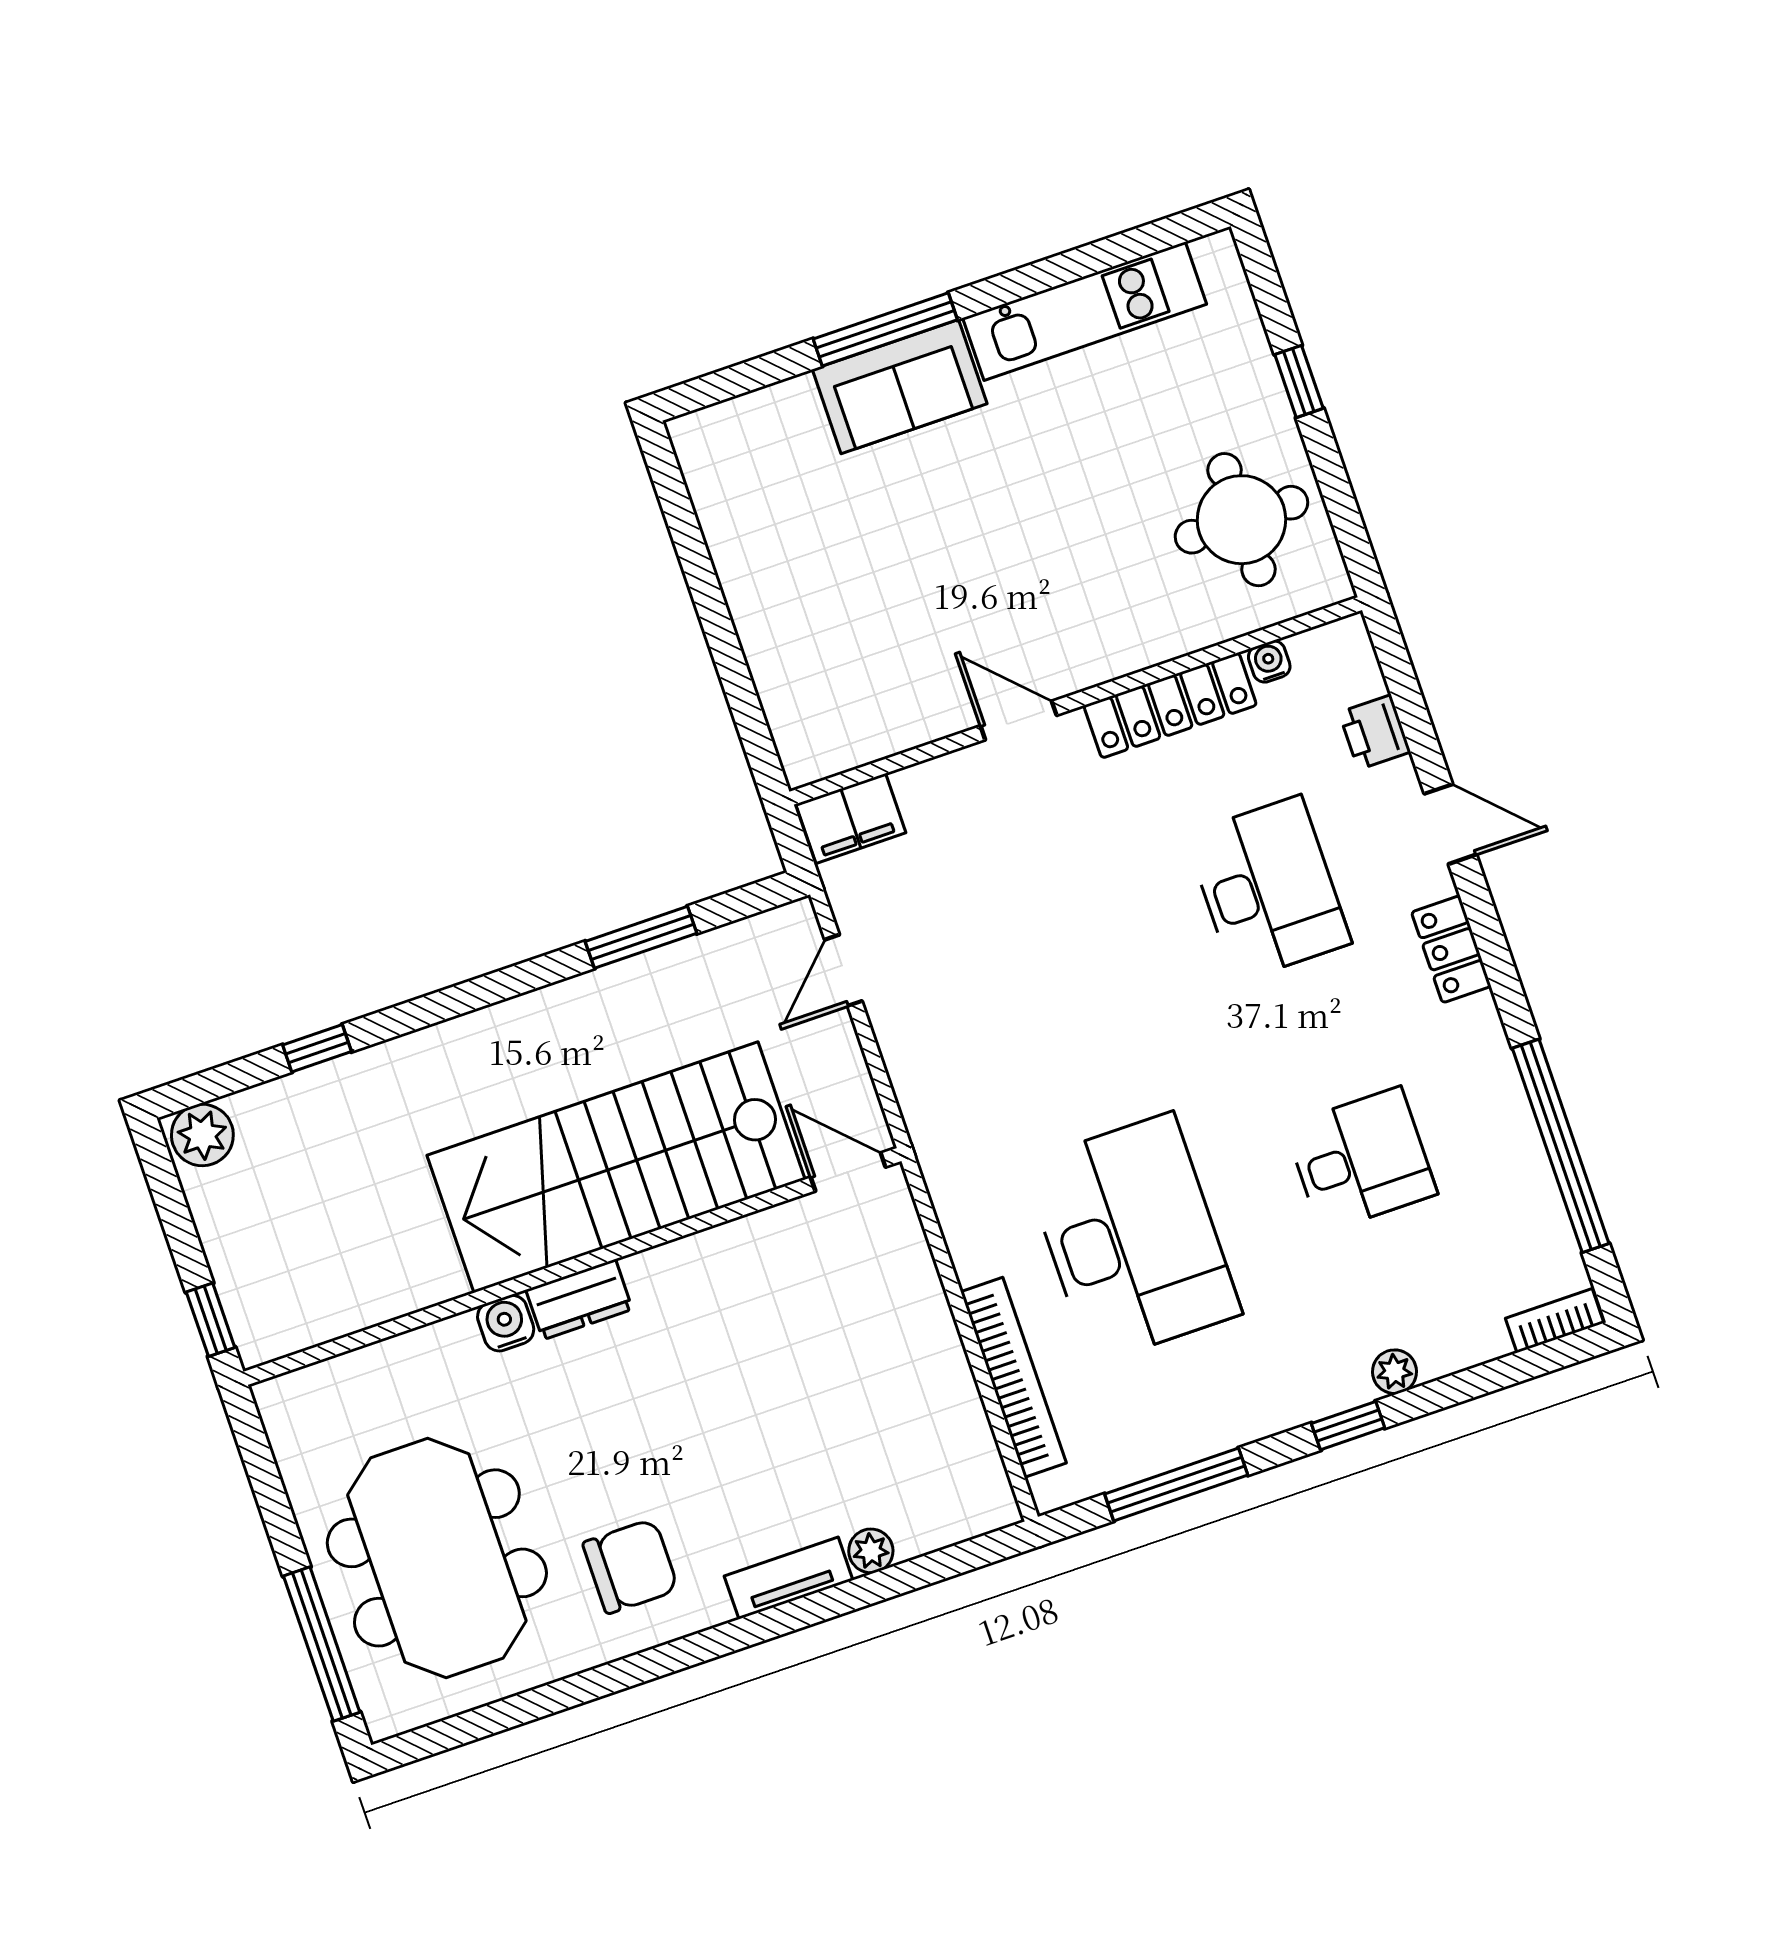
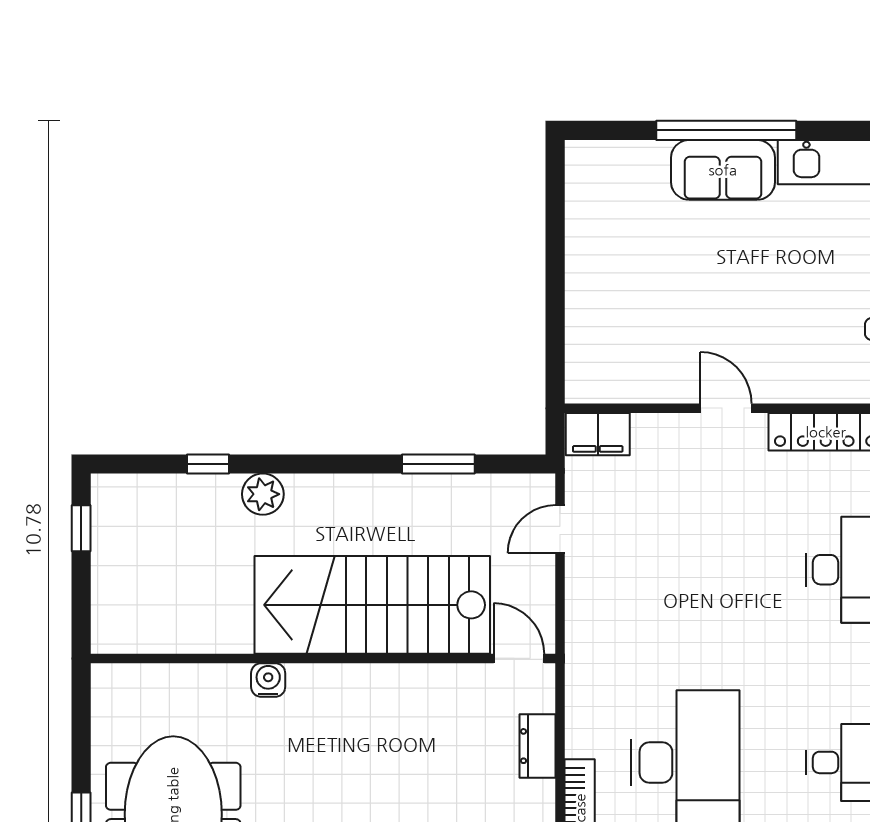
window: (885, 329) -> (726, 130), width x1.46
plant: (202, 1135) -> (263, 494), moved
dresser: (579, 1299) -> (537, 746), moved, turned 90
window: (211, 1320) -> (81, 528), moved

